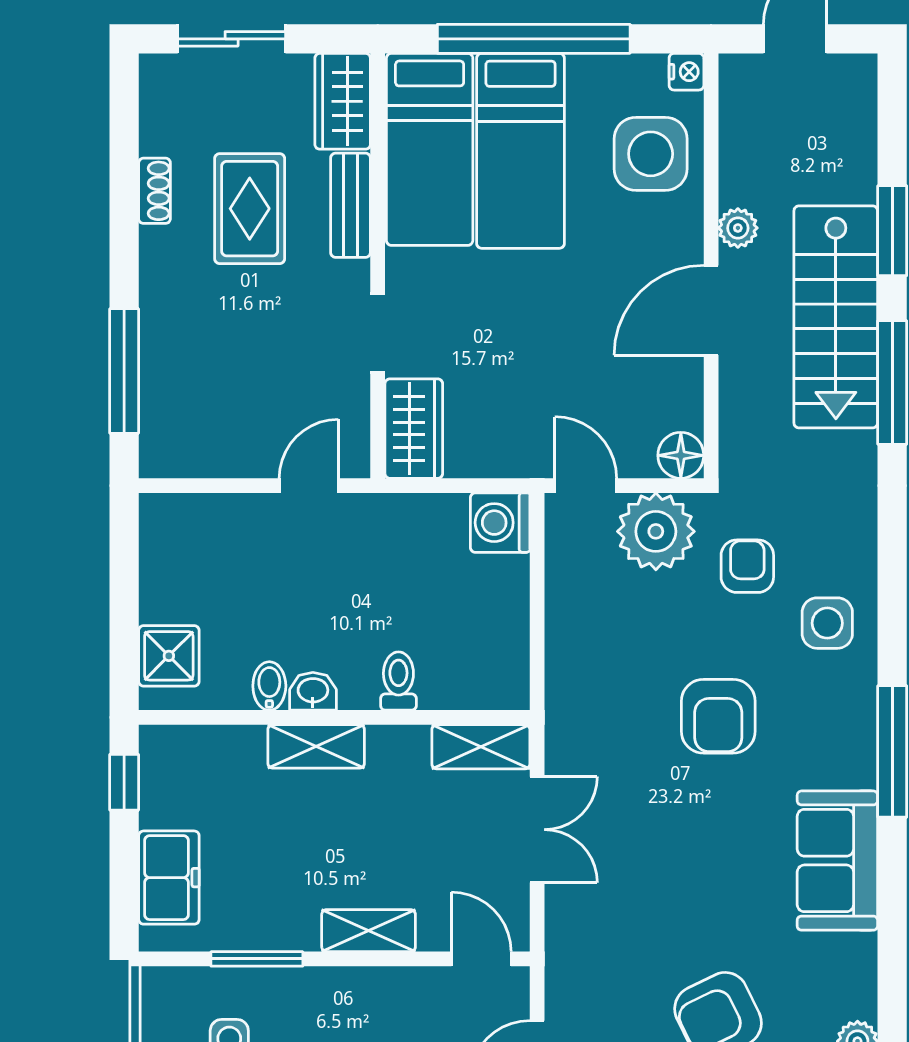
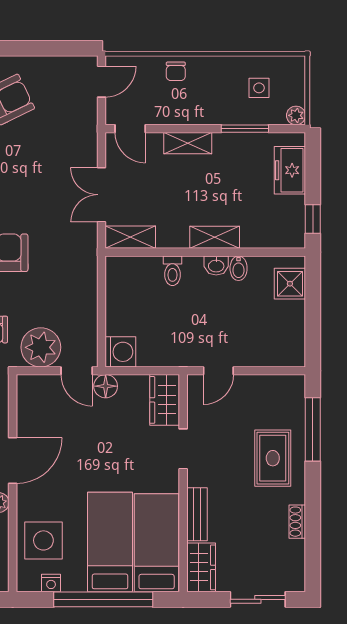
nightstand: (686, 72) -> (51, 583), moved, turned -90
rug: (250, 209) -> (273, 458), moved
floor lamp: (681, 455) -> (106, 386), moved
plant: (157, 985) -> (296, 115), added

